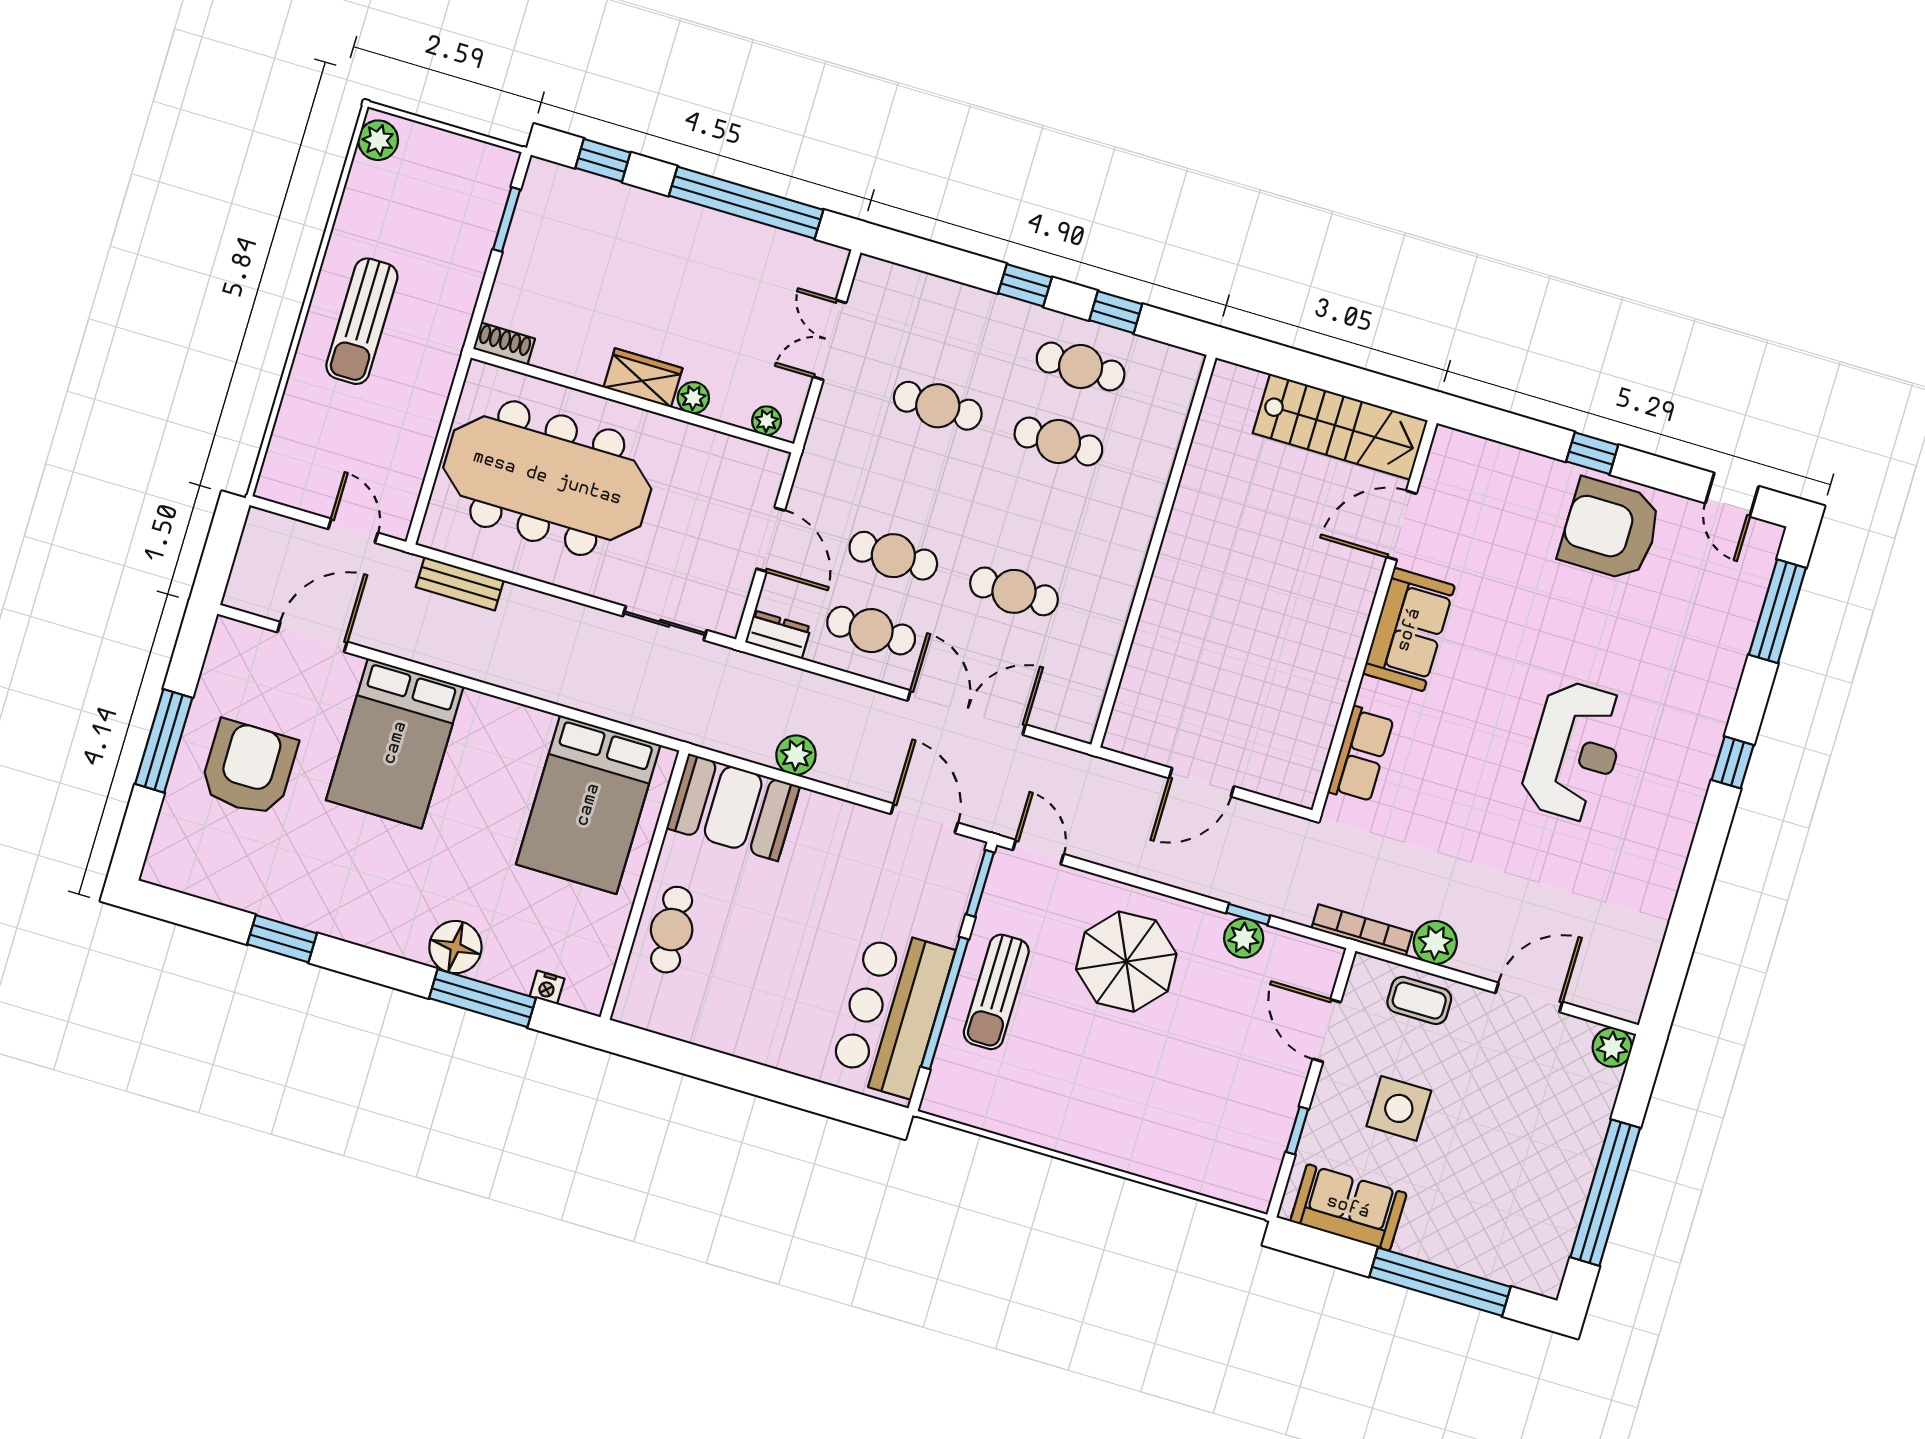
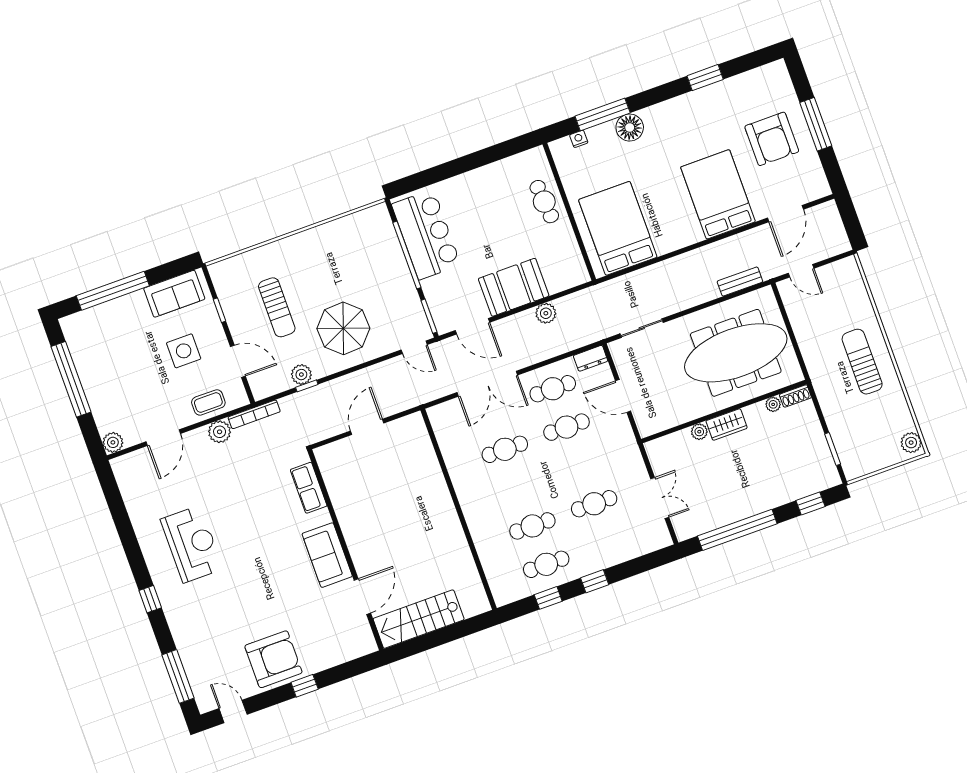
plant: (767, 421) -> (773, 404), moved
reception desk: (1575, 751) -> (192, 544), moved, turned 180
booth: (733, 807) -> (514, 287), moved
sun lounger: (996, 992) -> (277, 307), moved, turned 180

